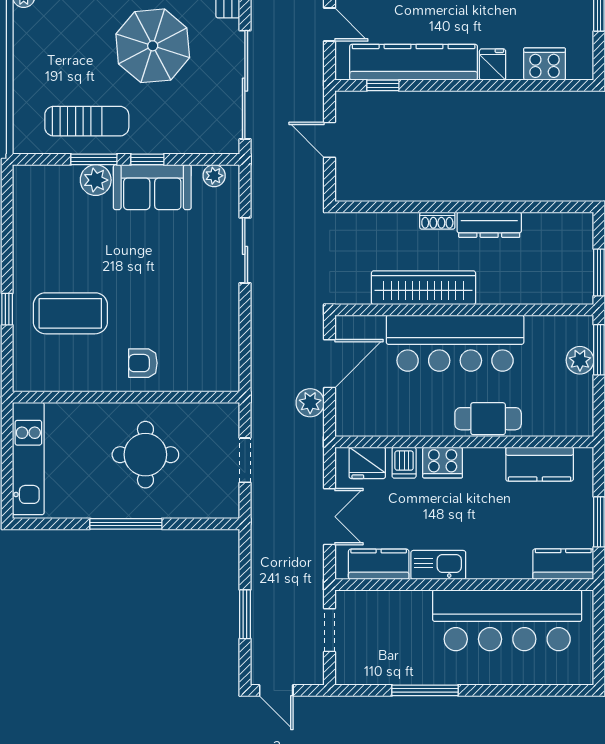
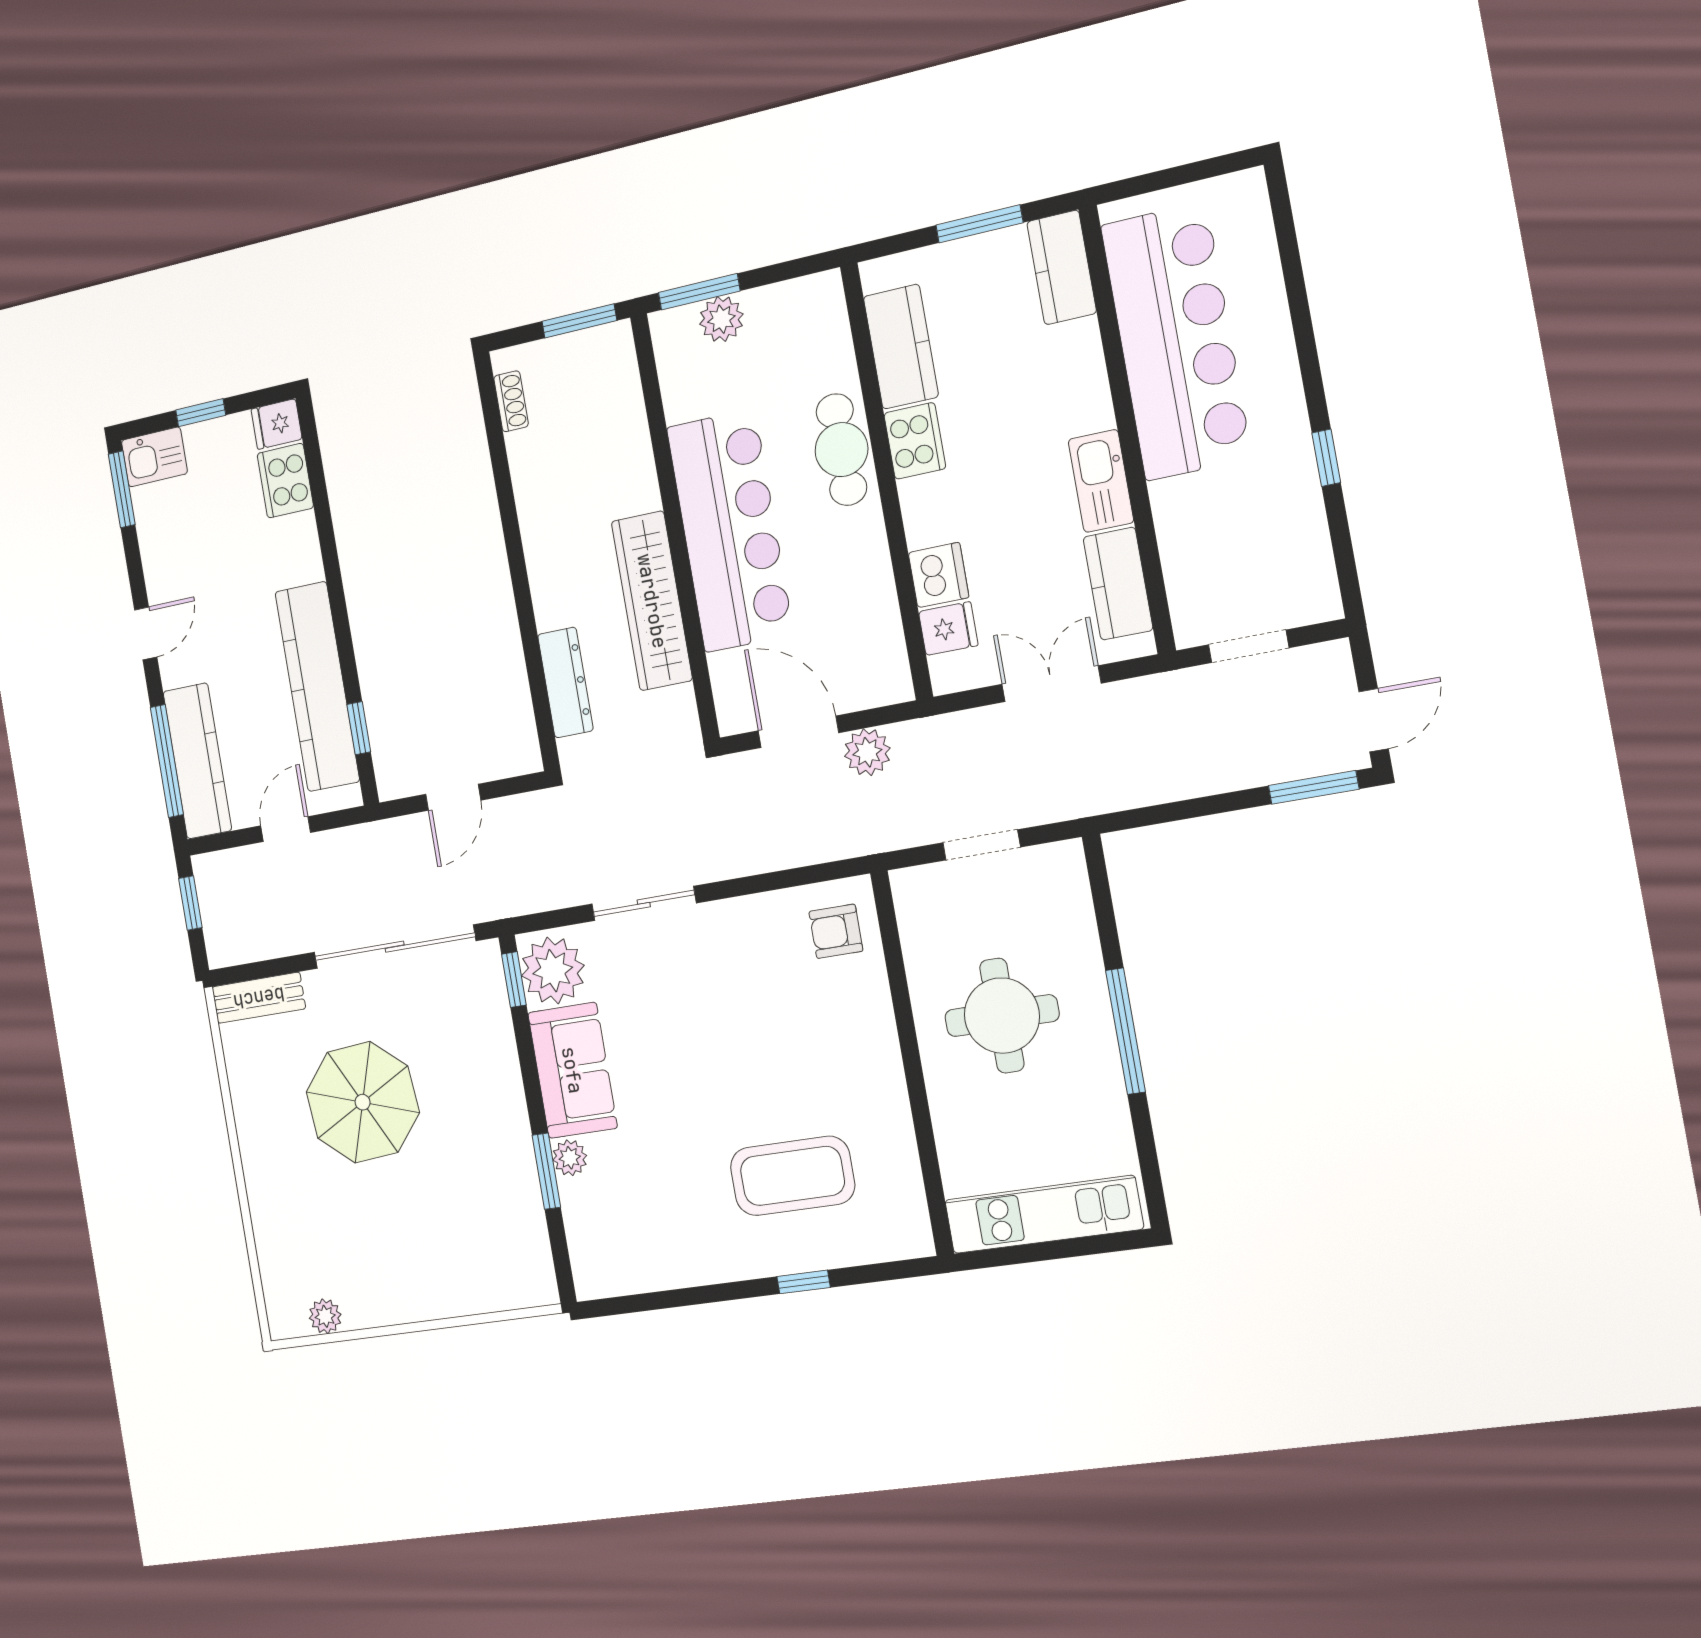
fridge: (493, 64) -> (277, 424), moved
sun lounger: (87, 121) -> (491, 1191), removed
window: (147, 159) -> (514, 980), moved
plant: (214, 176) -> (553, 971), width x1.88, depth x1.88
plant: (96, 180) -> (570, 1158), width x0.73, depth x0.73
shoe rack: (437, 221) -> (511, 401), moved
dresser: (489, 225) -> (565, 683), moved
coffee table: (70, 313) -> (792, 1176), turned 90
armchair: (143, 363) -> (836, 931), moved, turned 90
fridge: (367, 463) -> (948, 629), width x0.72
dishwasher: (404, 463) -> (939, 575), width x1.38
cooker: (443, 463) -> (915, 441), moved
window: (245, 614) -> (1314, 787), moved
window: (425, 690) -> (1326, 458), width x0.46

